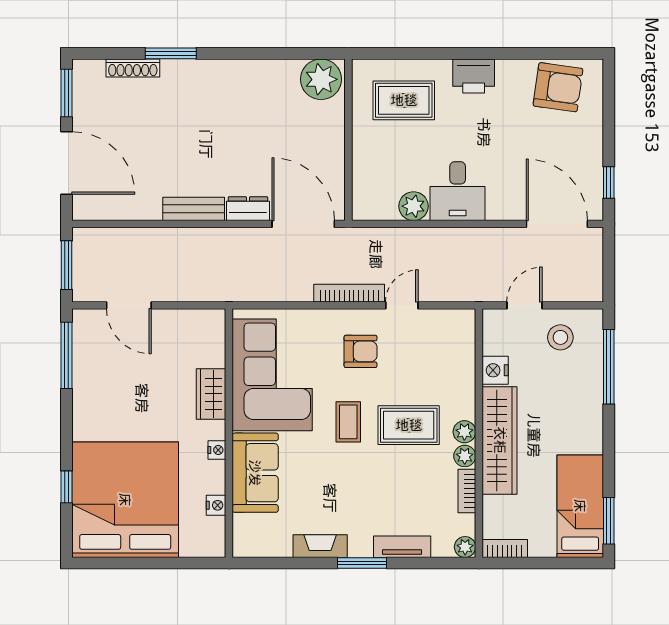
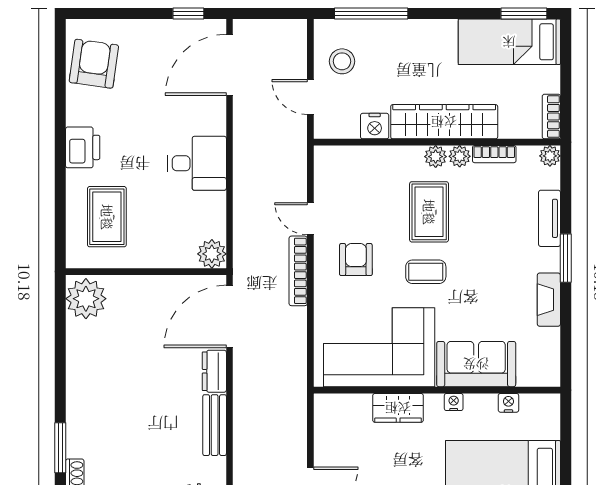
plant: (414, 206) -> (212, 254), moved

